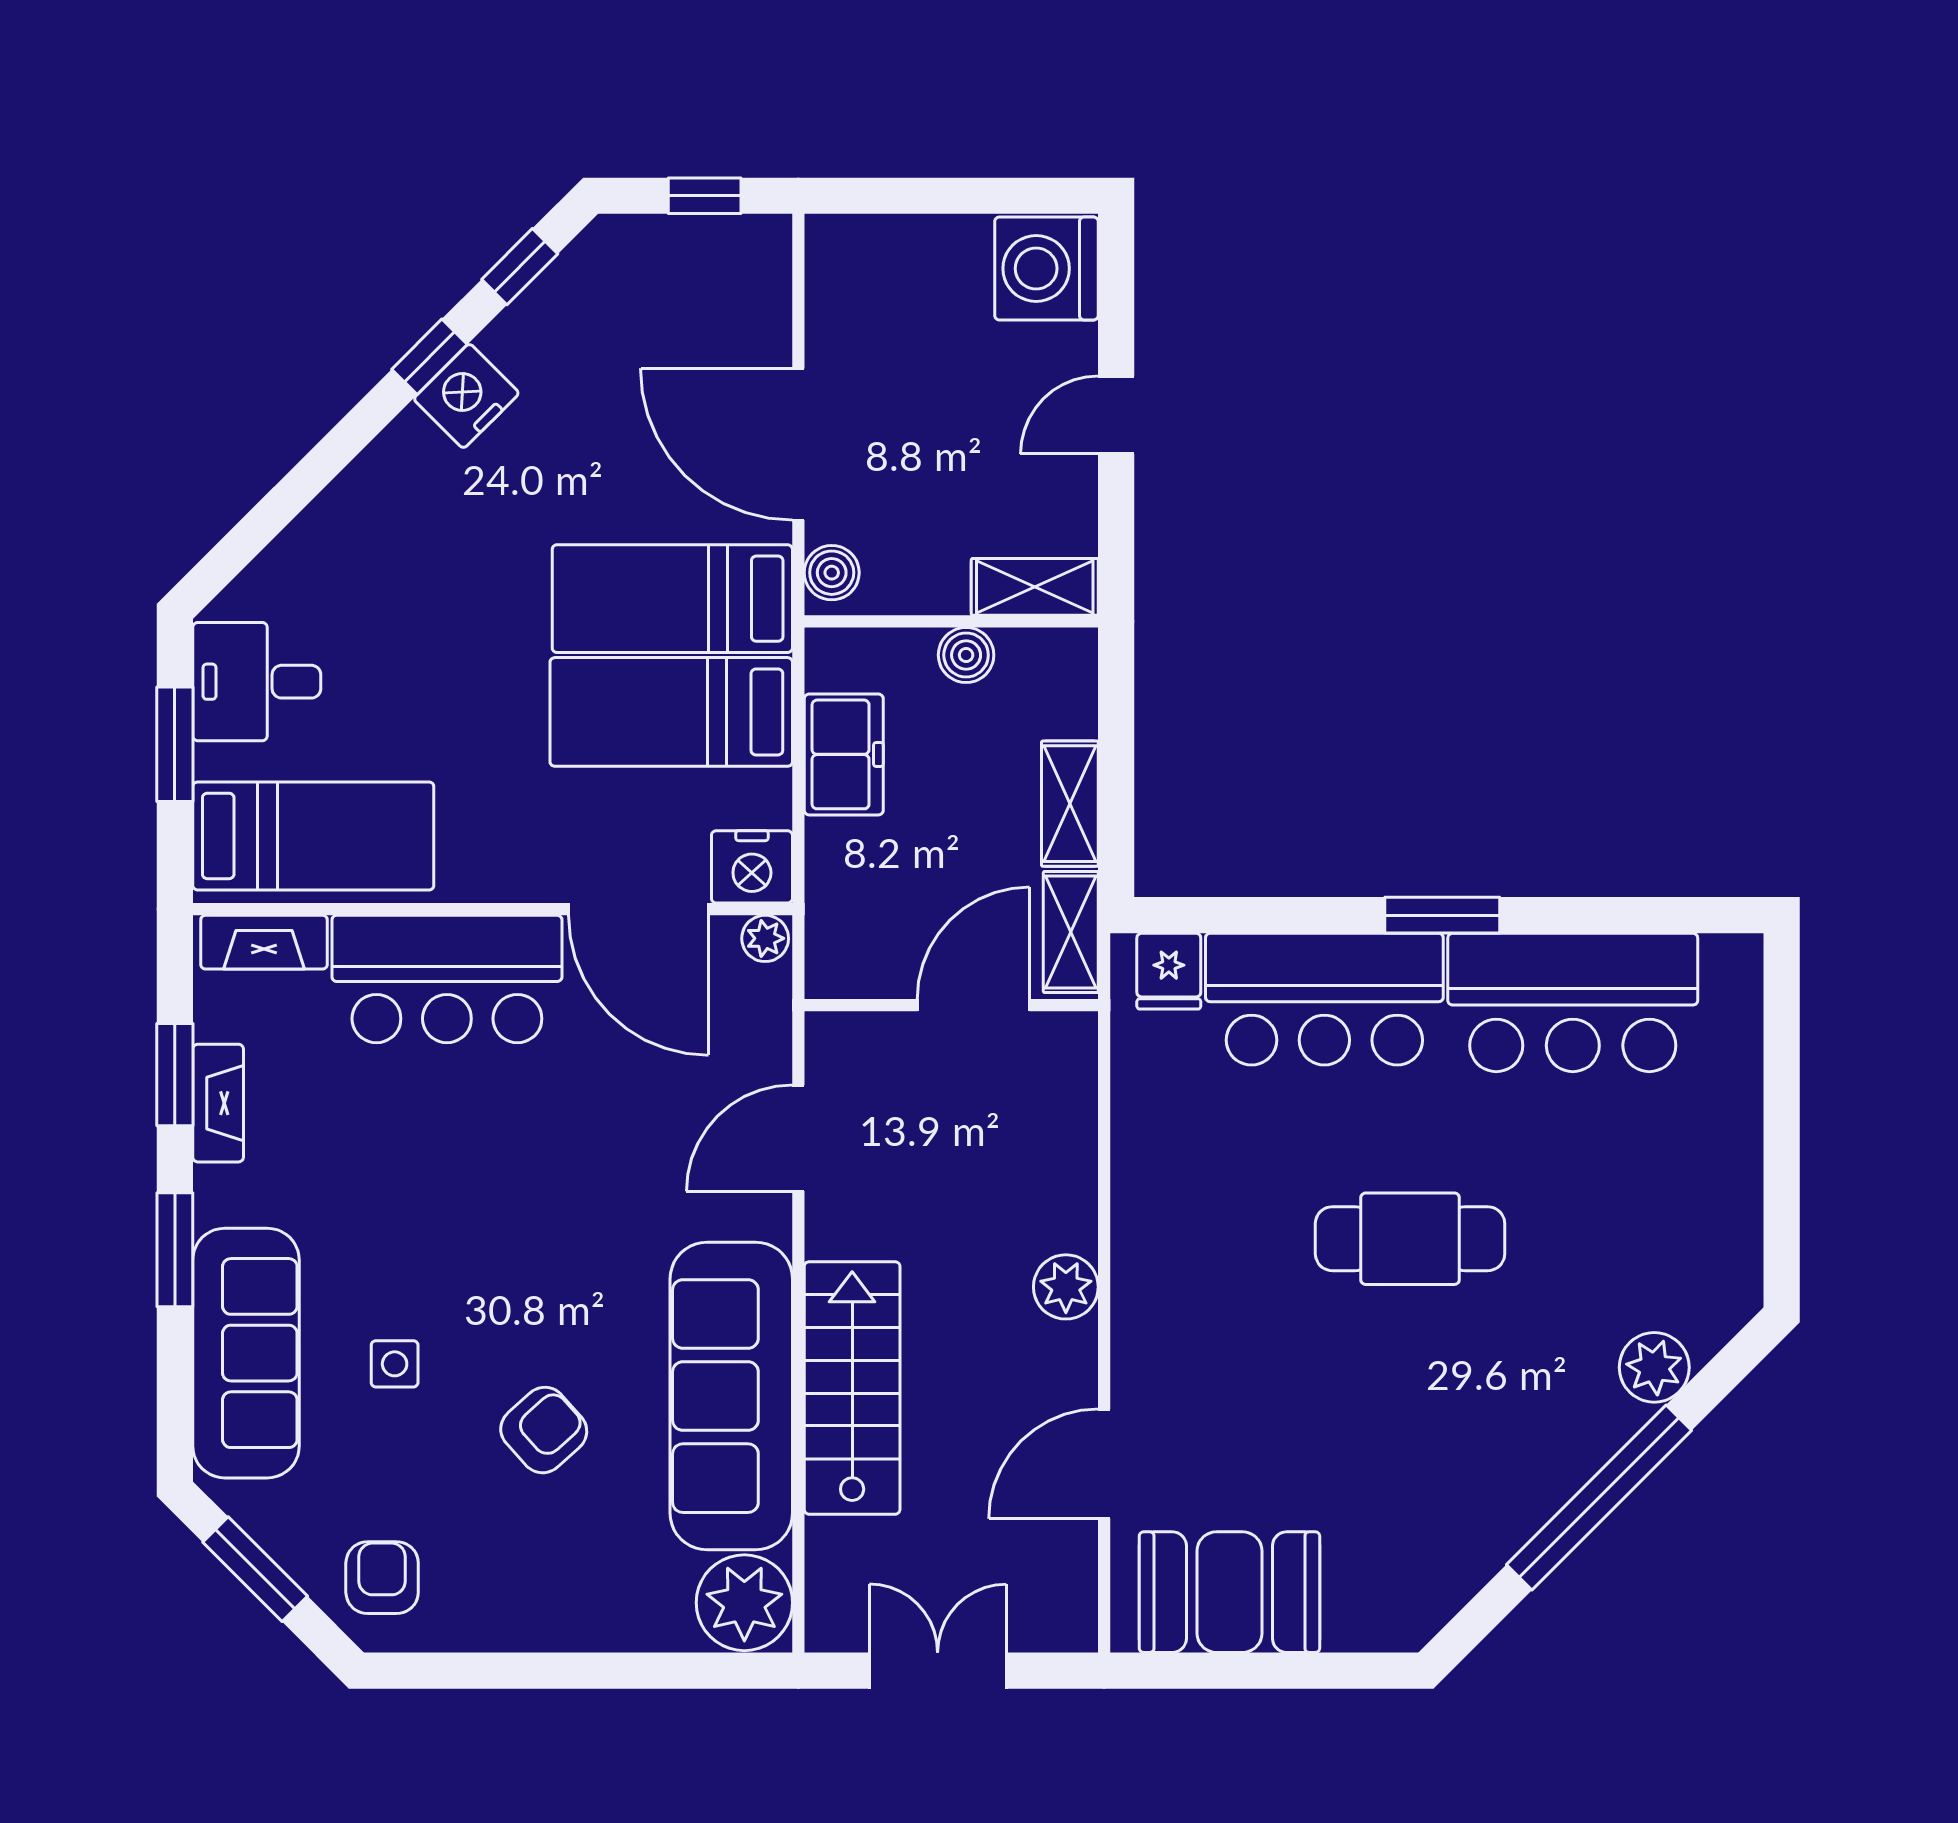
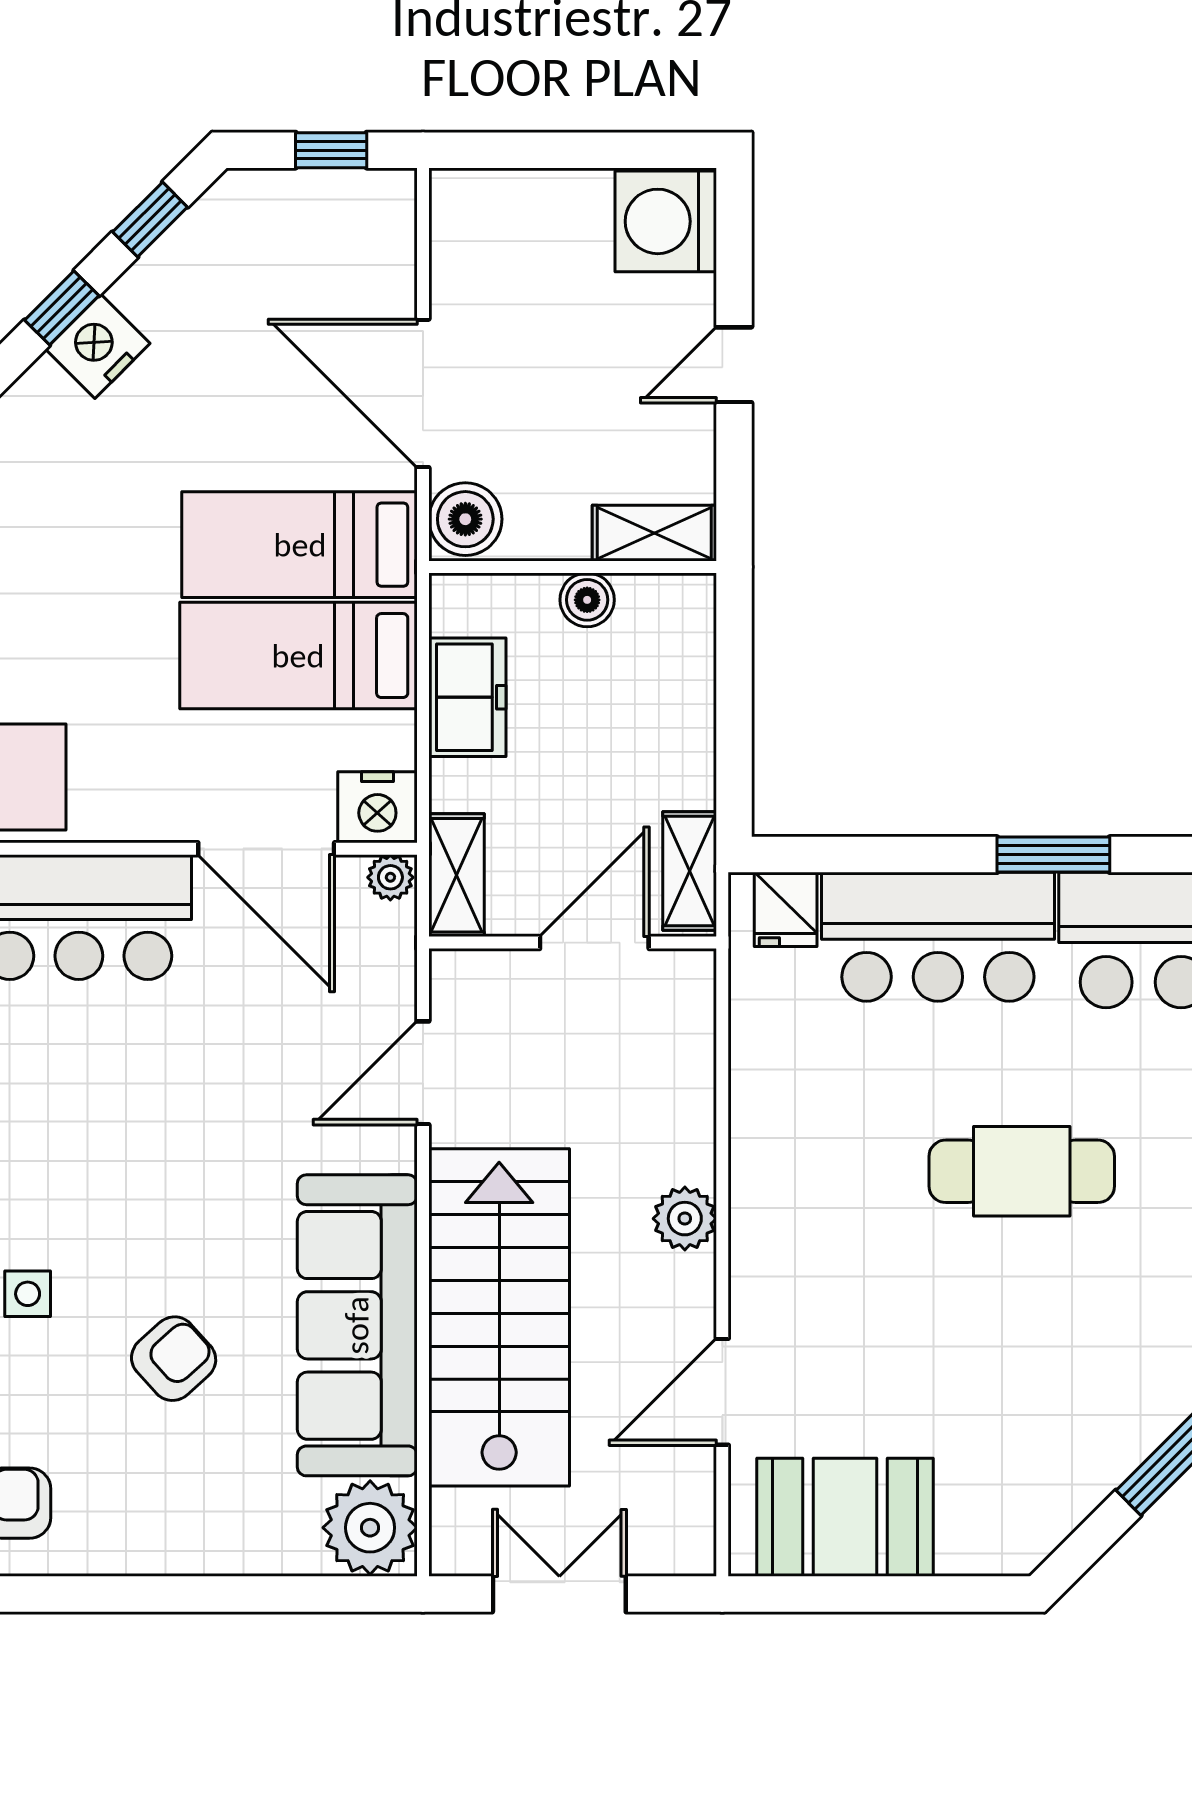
boiler: (832, 573) -> (465, 519), width x1.36, depth x1.36
shelving: (1070, 804) -> (456, 875), moved
stairs: (852, 1388) -> (499, 1317), width x1.36, depth x1.51

